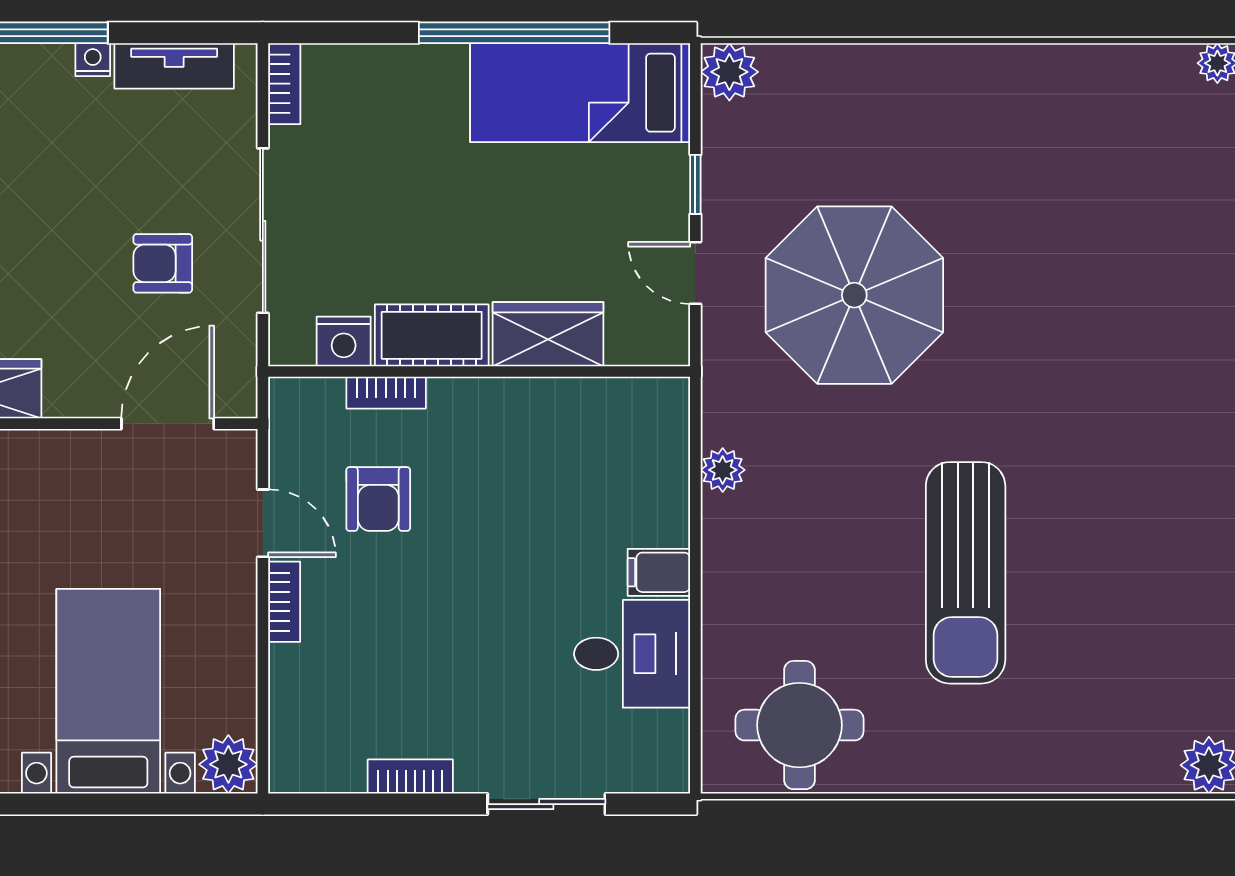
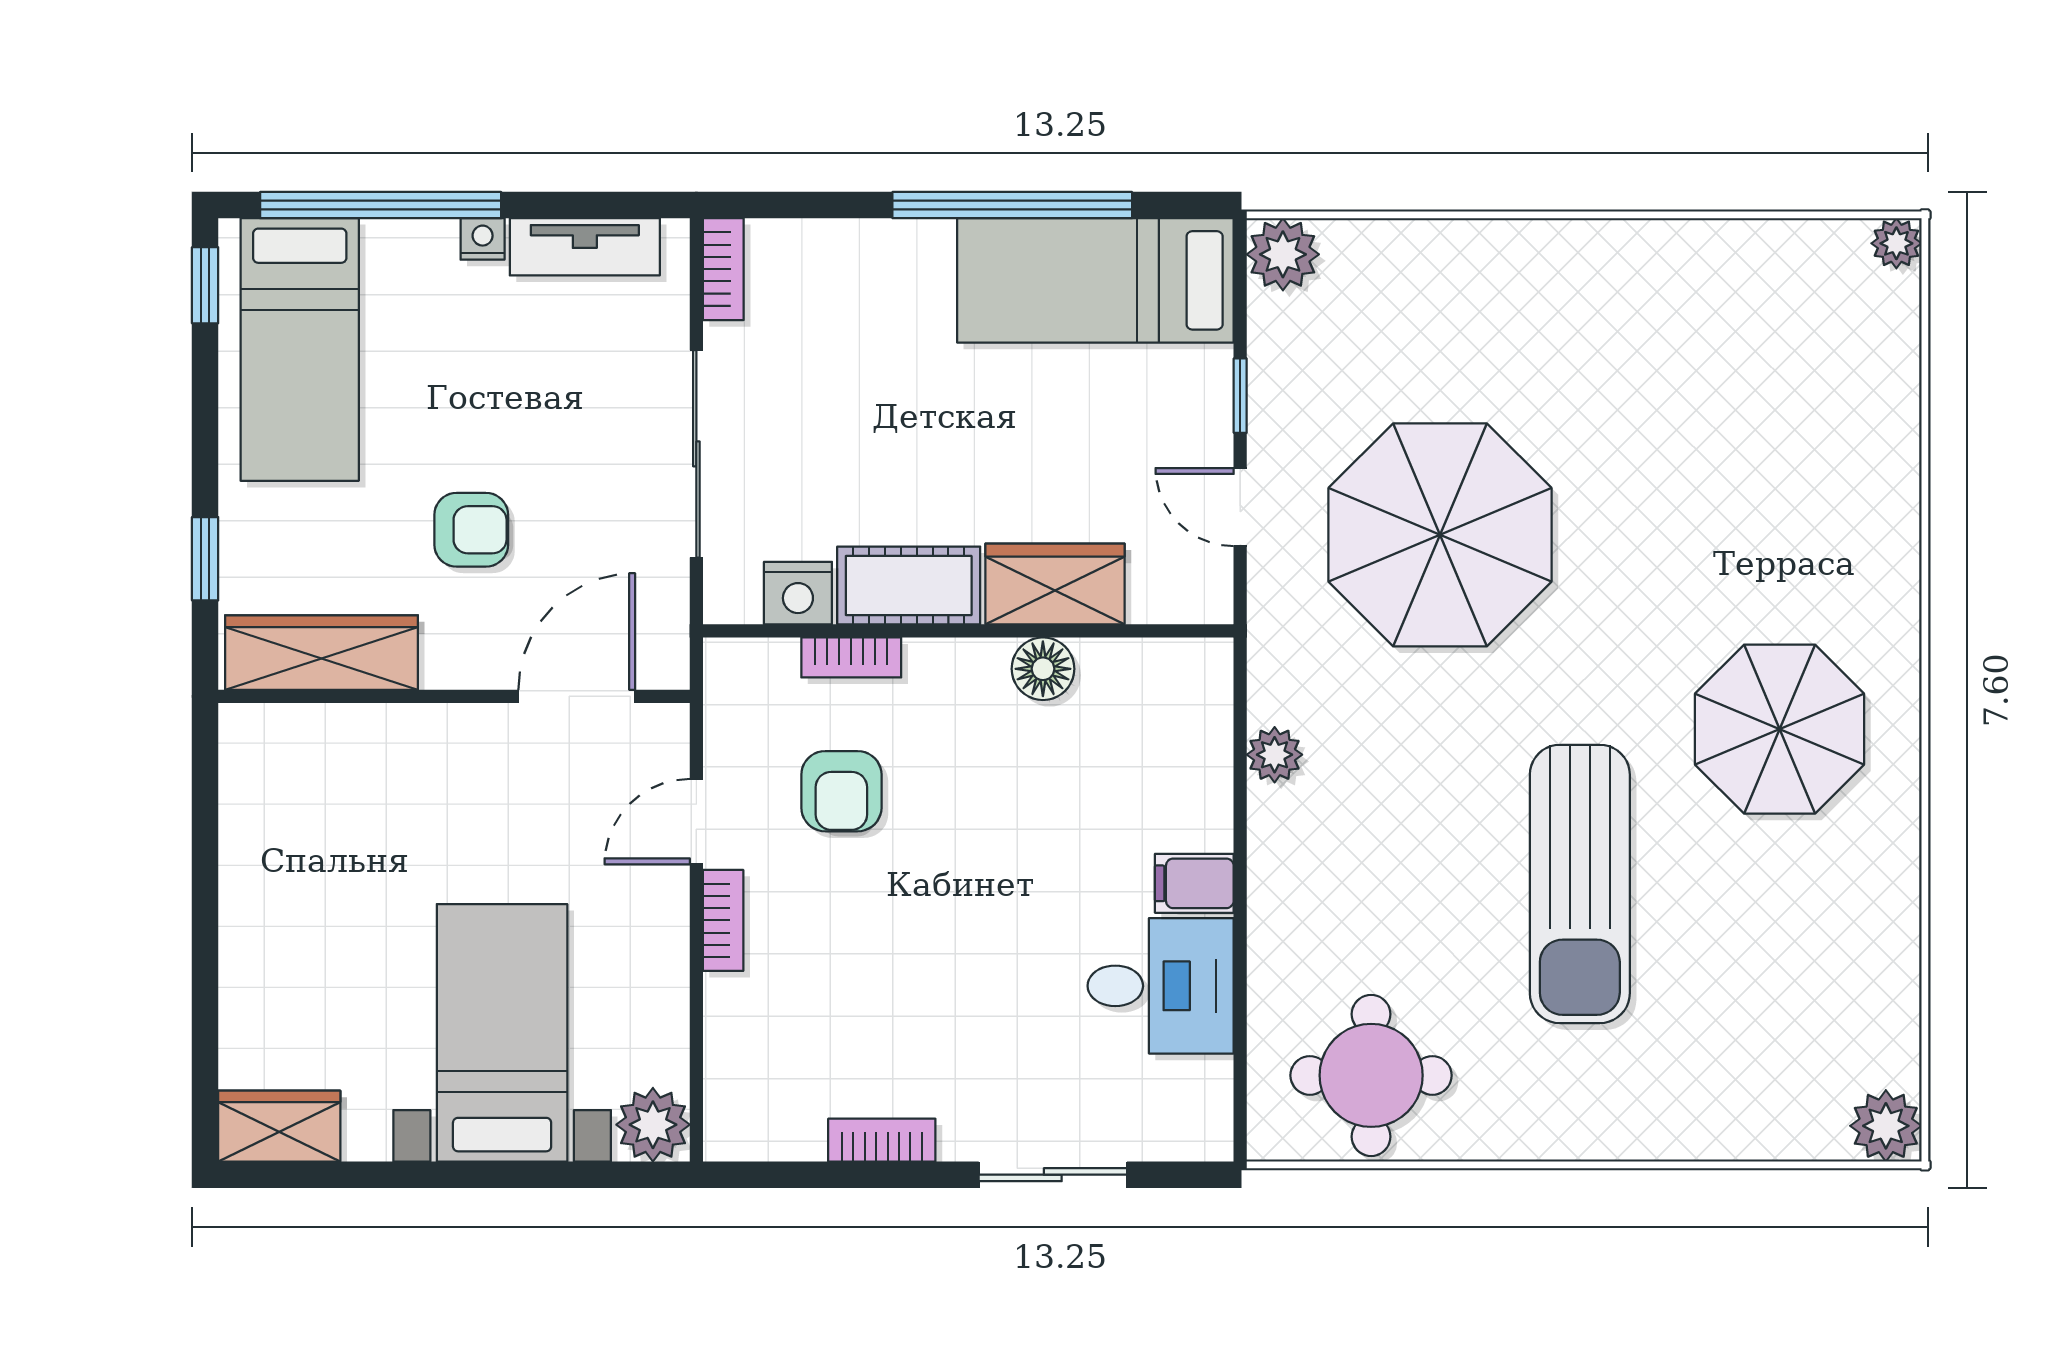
armchair: (163, 263) -> (471, 530), moved, turned 180
floor lamp: (539, 402) -> (1043, 669), added
parasol: (1124, 450) -> (1780, 729), added
door: (263, 523) -> (696, 822), swing flipped

